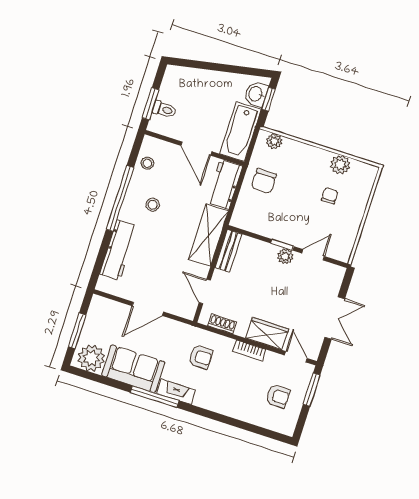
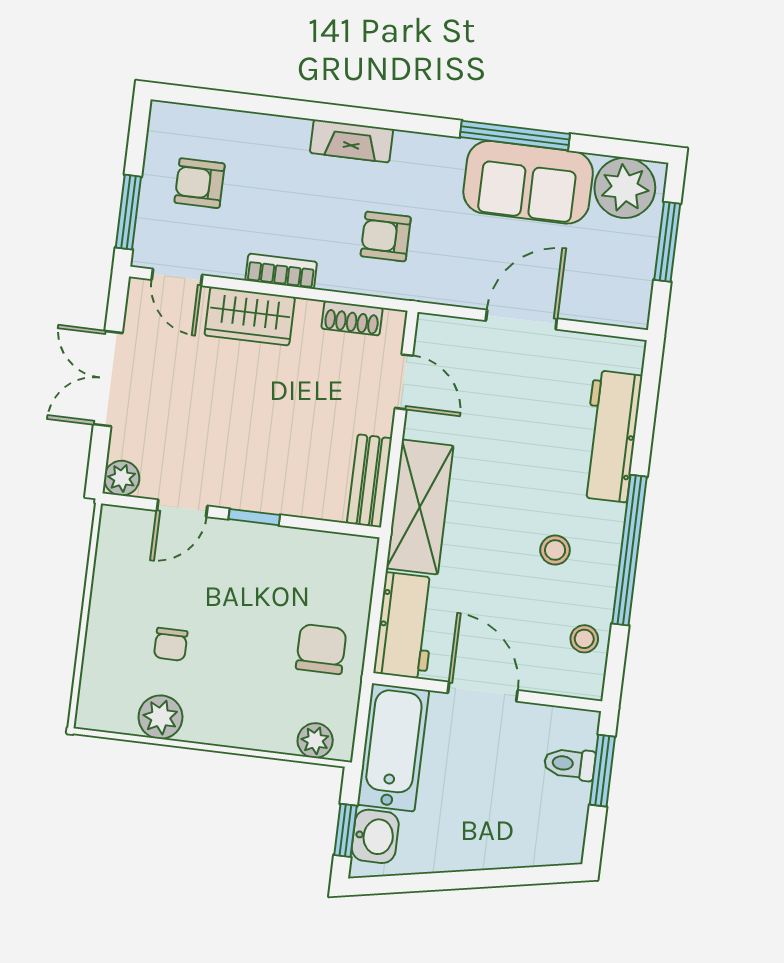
plant: (285, 256) -> (122, 478), moved
fireplace: (176, 392) -> (352, 141), moved
window: (155, 397) -> (515, 135), moved

